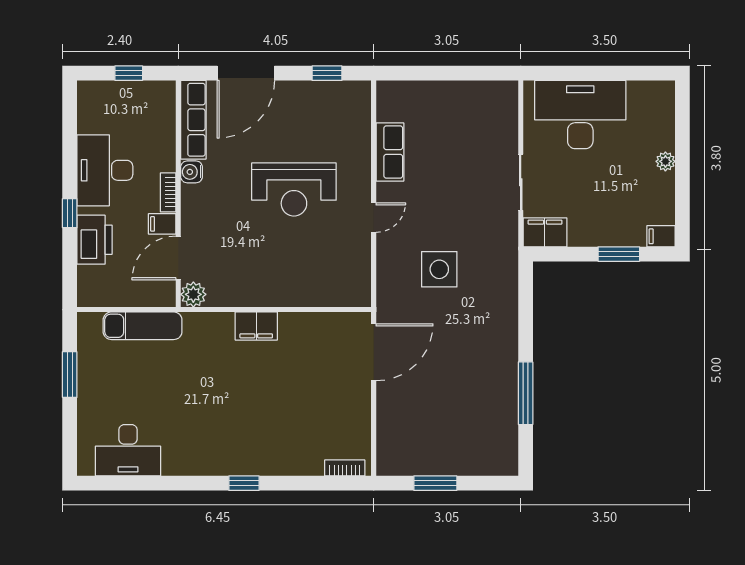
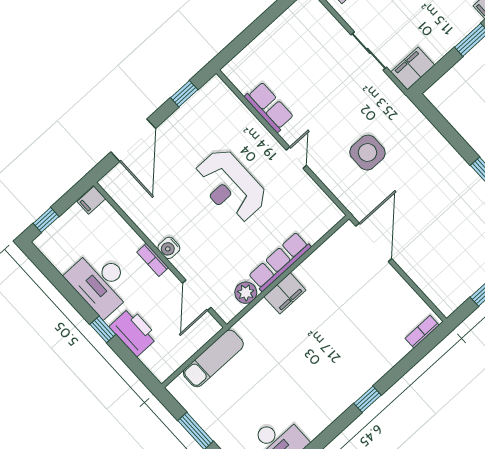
window: (129, 73) -> (46, 220), moved
row of seats: (193, 120) -> (280, 262), moved, turned -90
water cooler: (192, 172) -> (169, 248), moved
reception desk: (294, 190) -> (230, 186), turned 90
filing cabinet: (162, 224) -> (91, 200), moved
plant: (193, 294) -> (246, 293), moved

